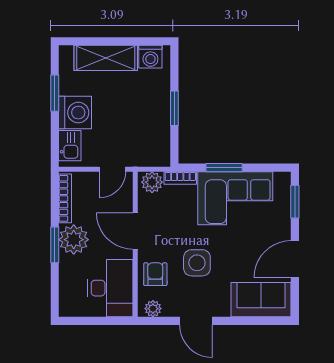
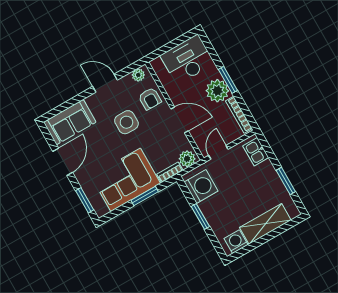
washing machine: (75, 113) -> (201, 187), moved, turned 180
desk: (110, 288) -> (187, 60), moved, turned 90

